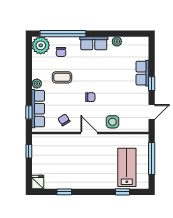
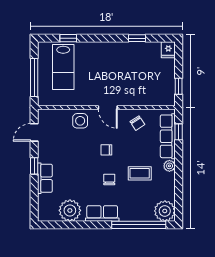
plant: (117, 41) -> (70, 210), width x1.87, depth x1.87
chair: (61, 52) -> (109, 179), moved

